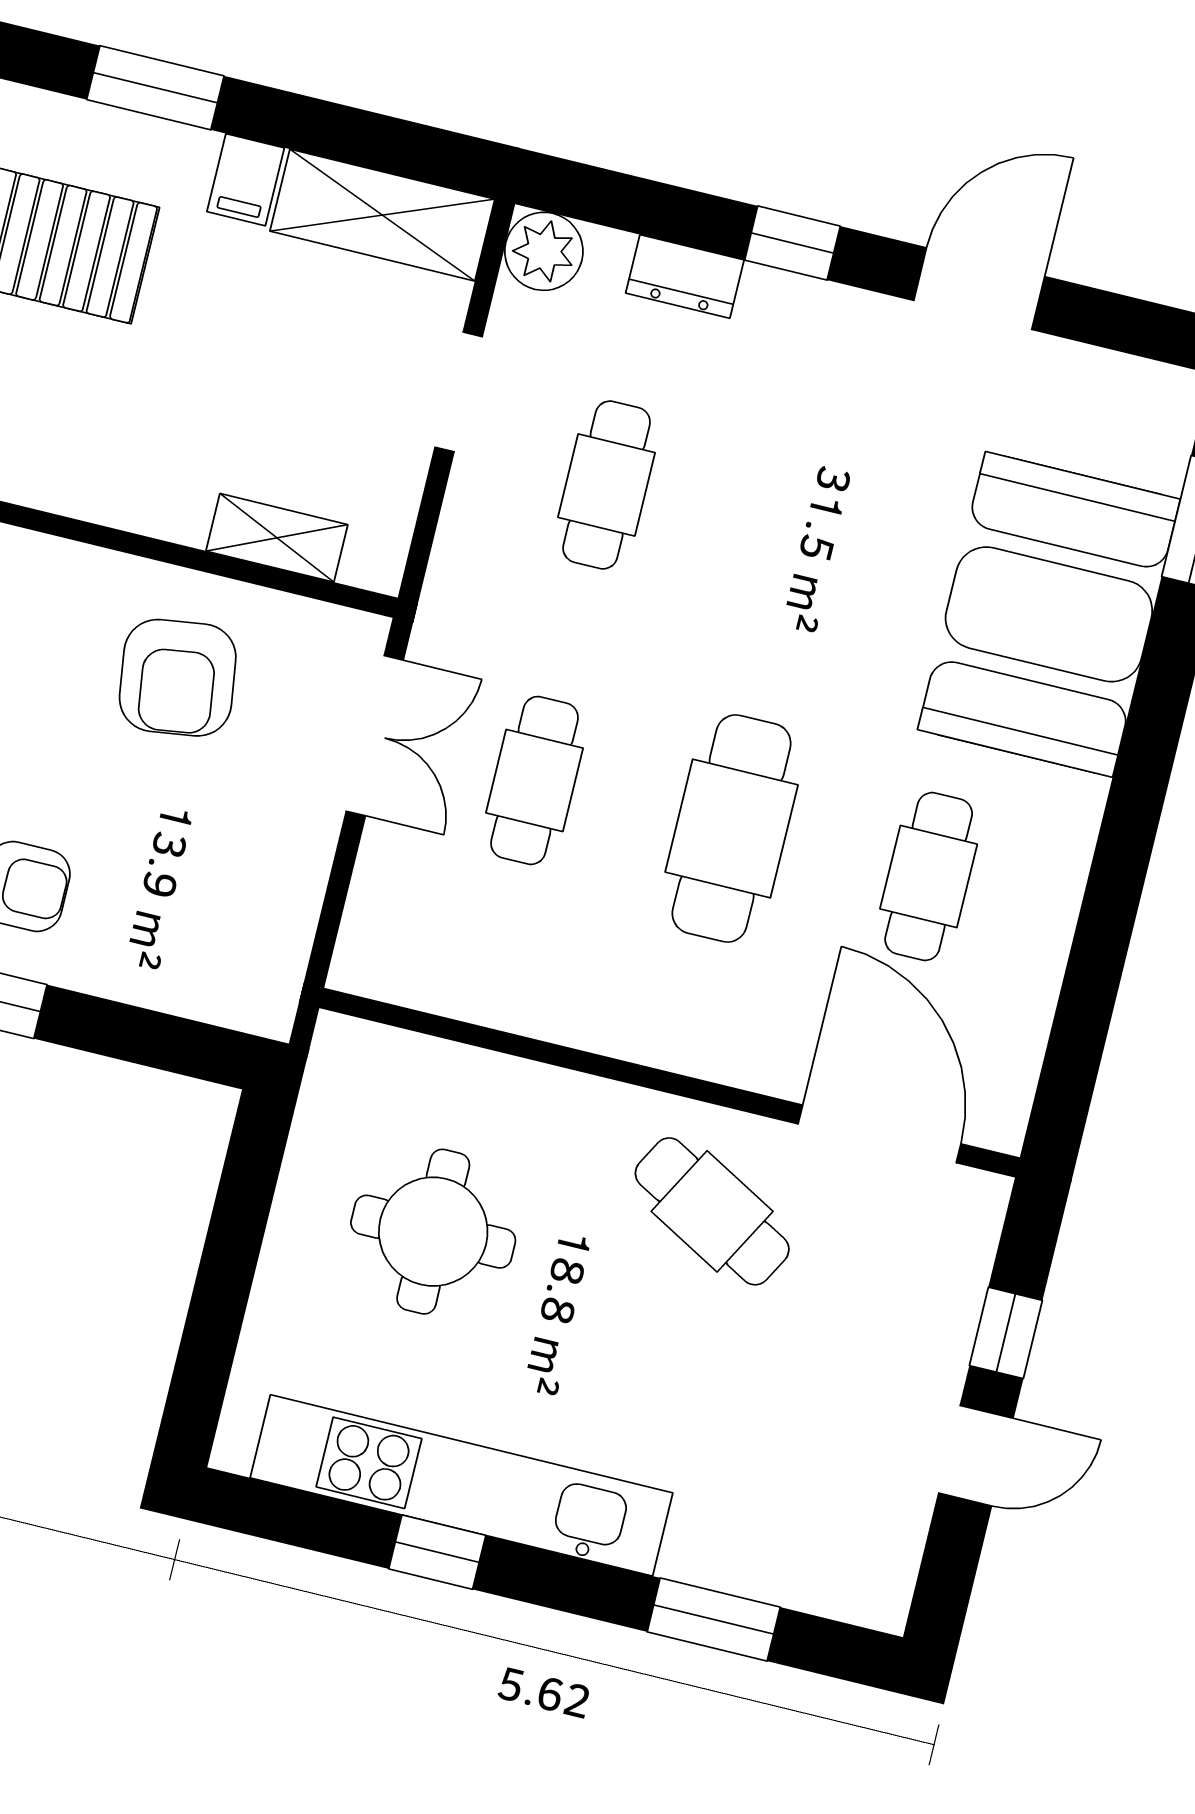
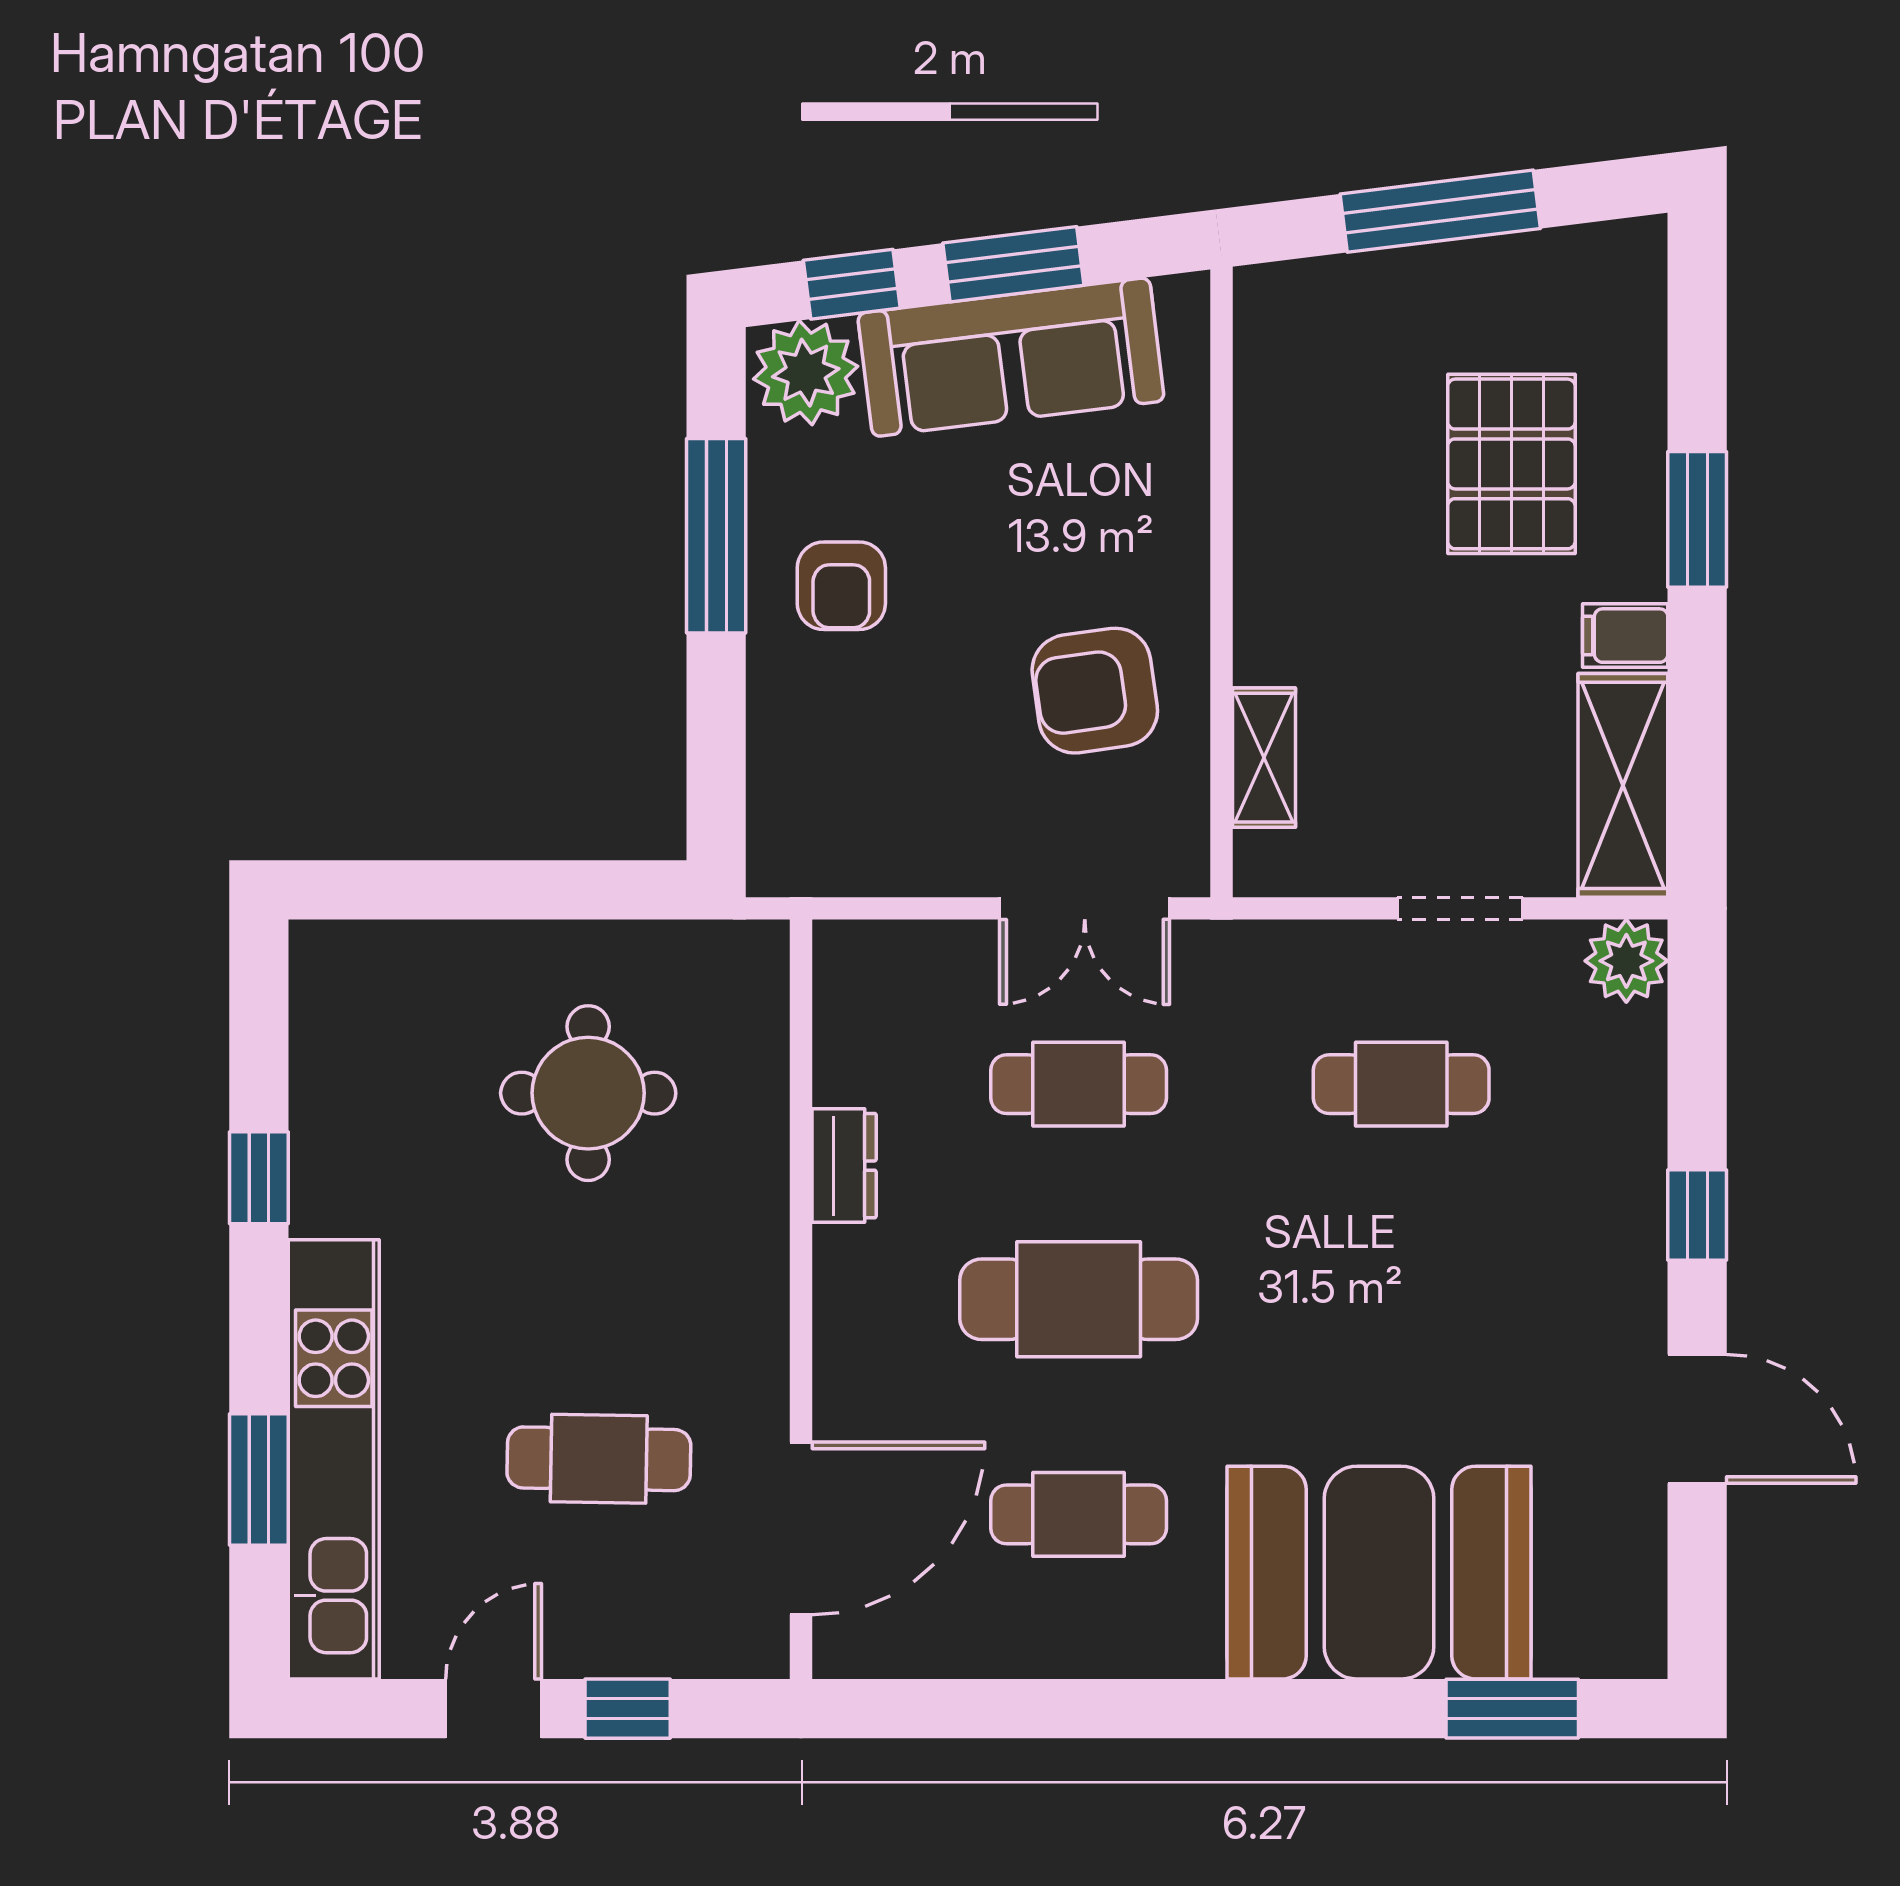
dresser: (685, 277) -> (844, 1166), moved, turned 180
cafe table: (712, 1211) -> (599, 1459), moved, turned 62
door: (976, 1456) -> (494, 1709), swing flipped
kitchen unit: (462, 1485) -> (334, 1459), moved

